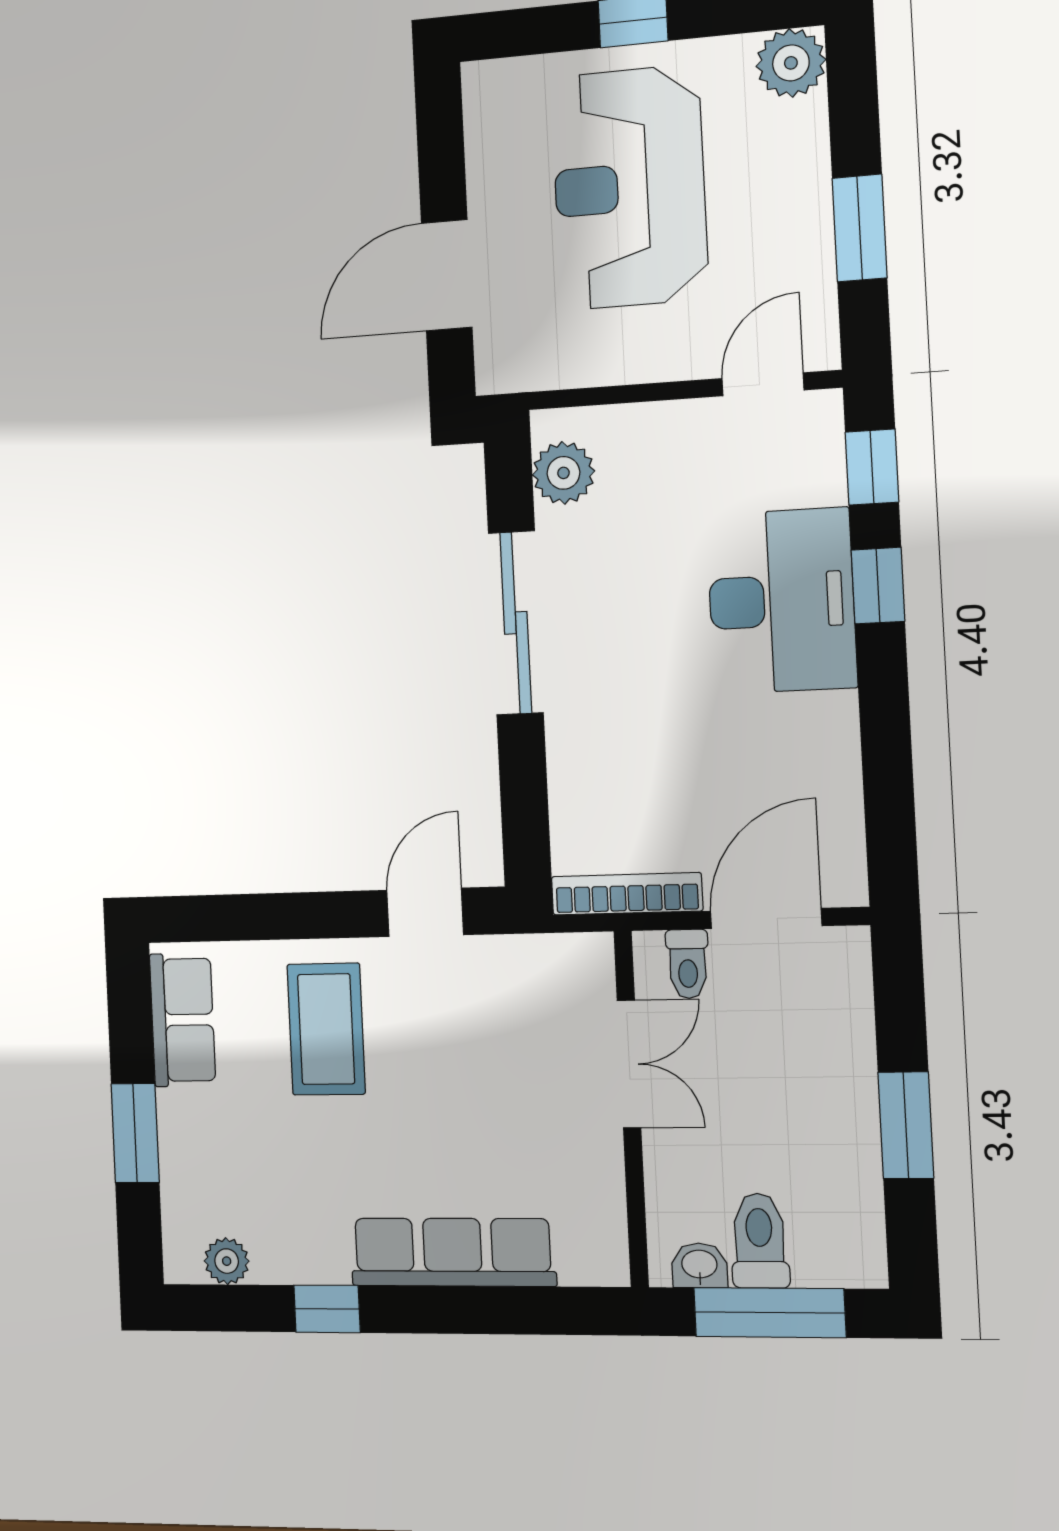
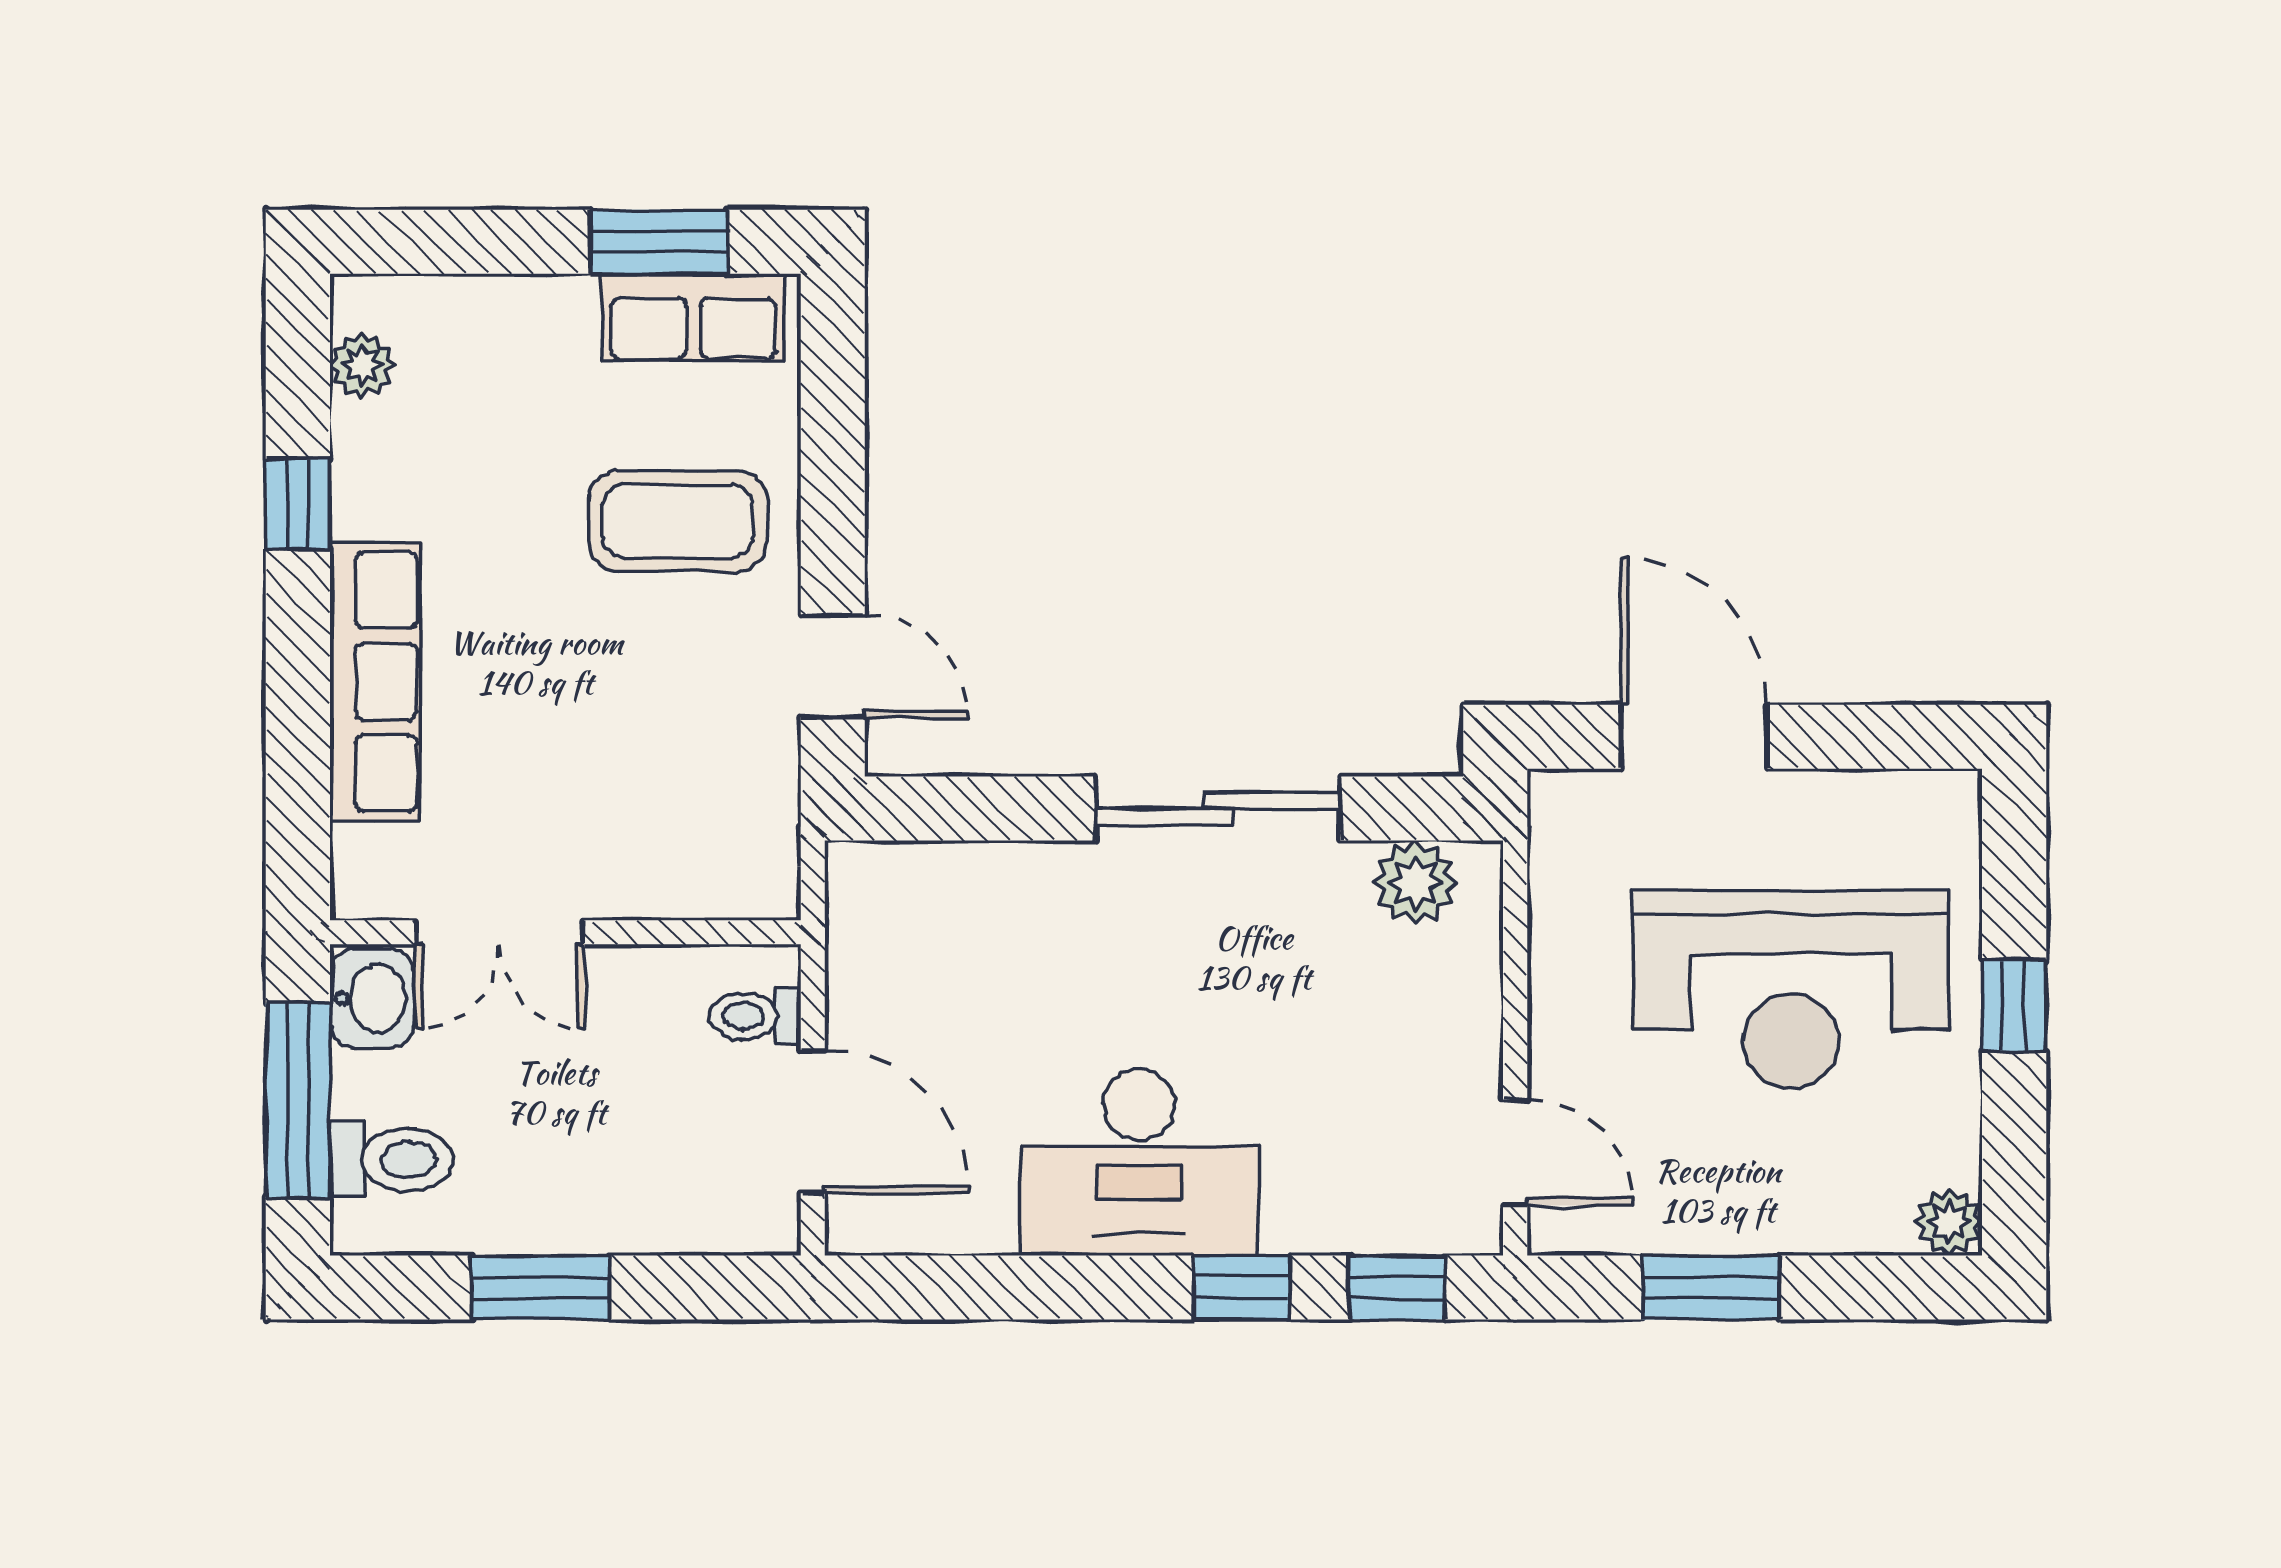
plant: (791, 63) -> (1949, 1222), width x0.73, depth x0.73
reception desk: (629, 188) -> (1791, 990), turned 180
desk: (781, 601) -> (1139, 1162), moved
bookcase: (627, 894) -> (850, 940), removed
double door: (629, 1064) -> (500, 932), moved
window: (135, 1133) -> (659, 242), moved
toilet: (759, 1241) -> (392, 1160), moved
washbasin: (699, 1265) -> (372, 998), width x1.38, depth x1.45

